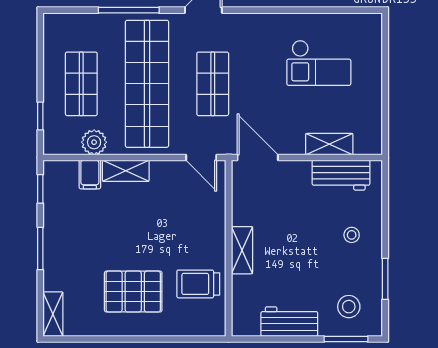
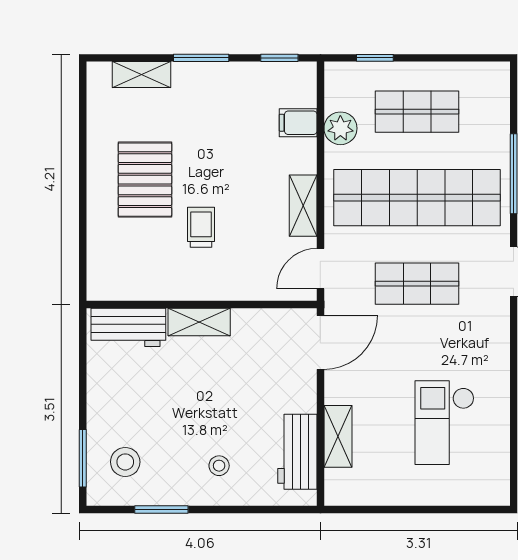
shelving: (126, 171) -> (303, 206), moved
trolley: (198, 284) -> (201, 227), moved, width x0.73, depth x0.72
shelving: (53, 314) -> (141, 74), moved
workbench: (289, 322) -> (128, 327), moved, turned 90

